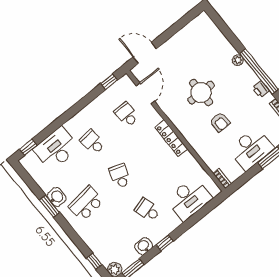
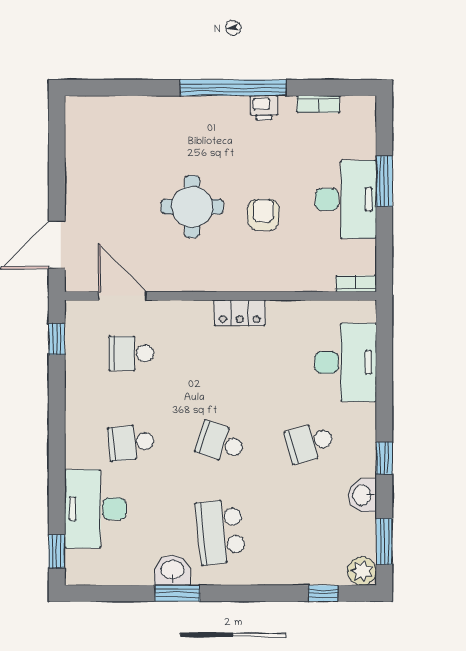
plant: (238, 60) -> (188, 107), removed
armchair: (220, 122) -> (263, 215), turned -90
locker: (171, 138) -> (240, 313), width x0.66

